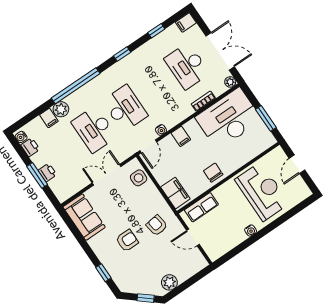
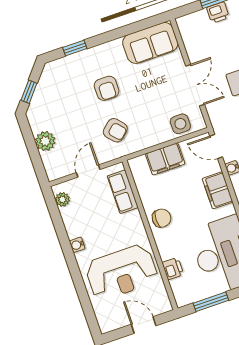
filing cabinet: (181, 136) -> (218, 190), width x2.00
printer: (249, 154) -> (173, 269), added
filing cabinet: (175, 193) -> (165, 159), moved
armchair: (157, 225) -> (115, 130), turned 56
plant: (220, 251) -> (62, 199), added
plant: (169, 282) -> (45, 141), moved

